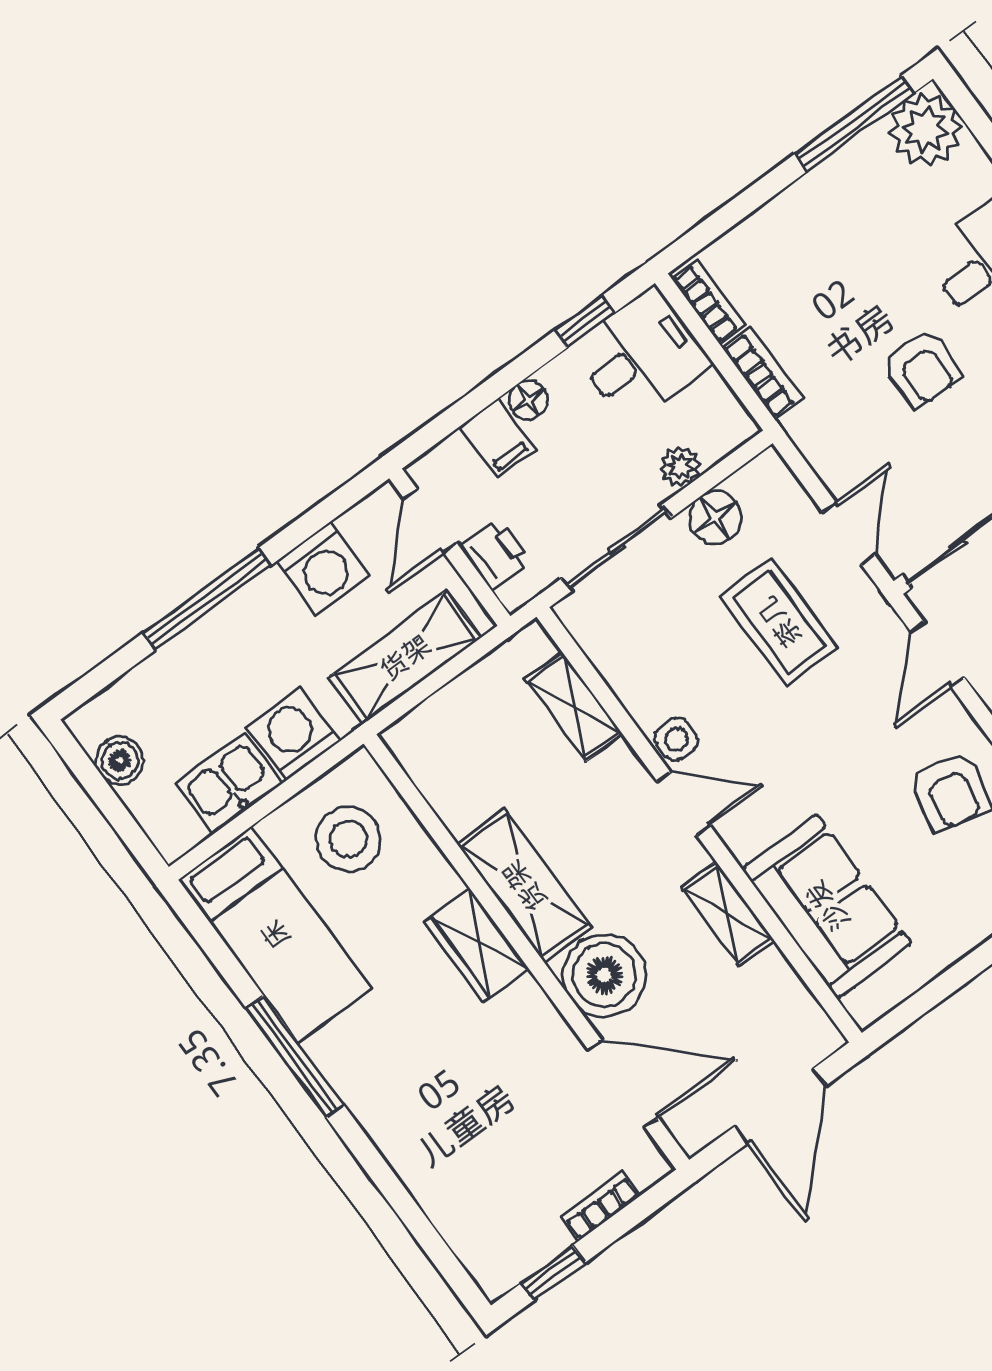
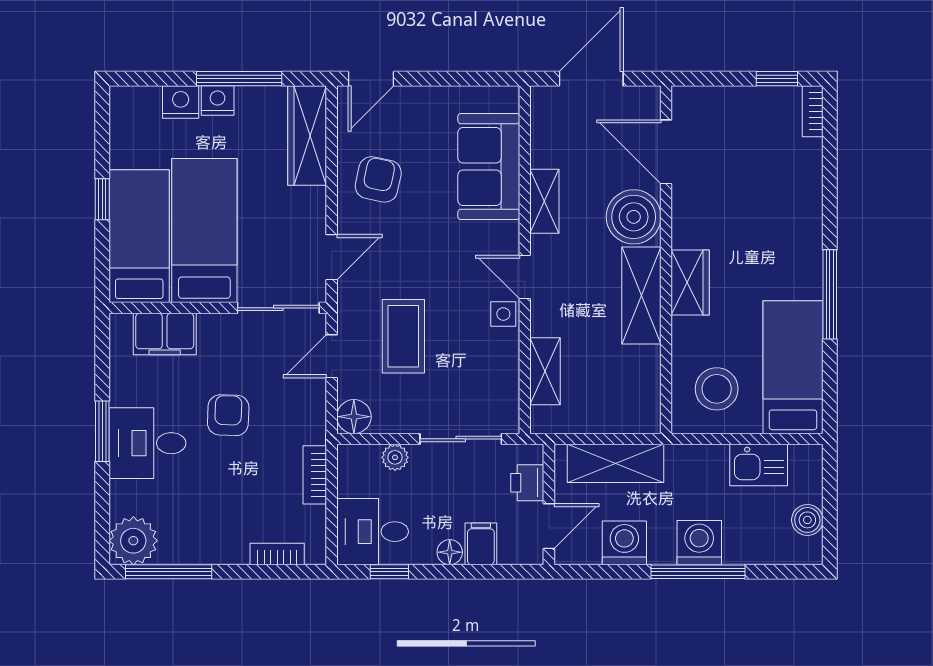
bookcase: (708, 302) -> (277, 554), moved, turned 90
floor lamp: (715, 517) -> (354, 417), moved
washing machine: (293, 734) -> (699, 543), moved, turned 180
bookcase: (600, 1206) -> (813, 111), moved, turned 90

